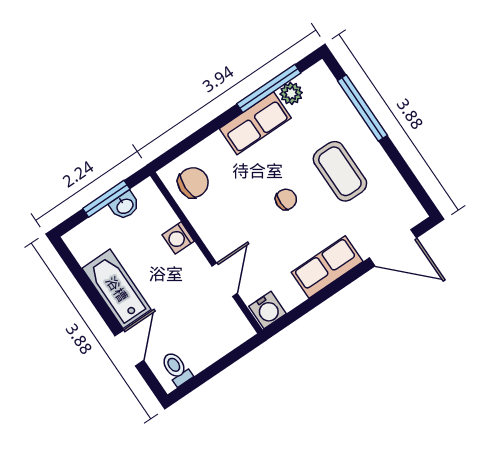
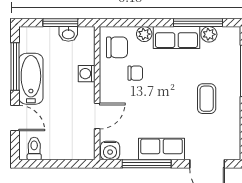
plant: (214, 145) -> (144, 34), added
coffee table: (340, 171) -> (207, 99), width x0.73, depth x0.77
chair: (286, 199) -> (135, 73), moved
window: (88, 287) -> (15, 66), added
window: (321, 296) -> (147, 164), added
door: (129, 348) -> (15, 118), hinge flipped

